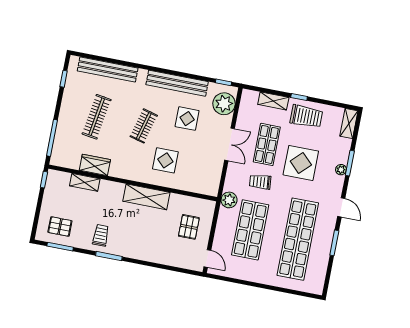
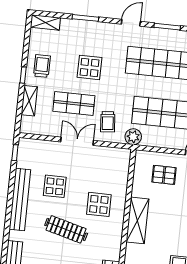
plant: (224, 104) -> (37, 150), removed
trolley: (306, 116) -> (42, 66), width x0.73, depth x0.72
clothes rail: (144, 126) -> (66, 229), width x1.36
display table: (301, 163) -> (90, 67), width x0.73, depth x0.73
plant: (341, 170) -> (93, 26), removed
trolley: (260, 182) -> (108, 122), moved

